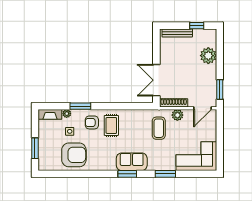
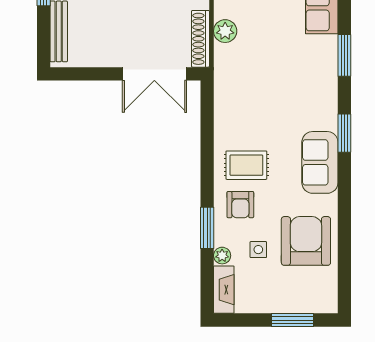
coffee table: (159, 128) -> (252, 69), removed
sofa: (132, 162) -> (320, 162), moved

